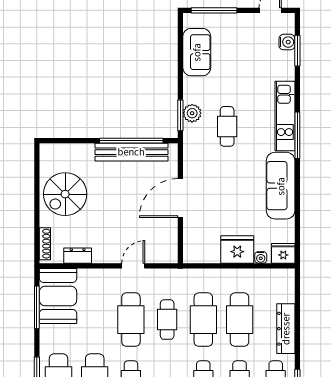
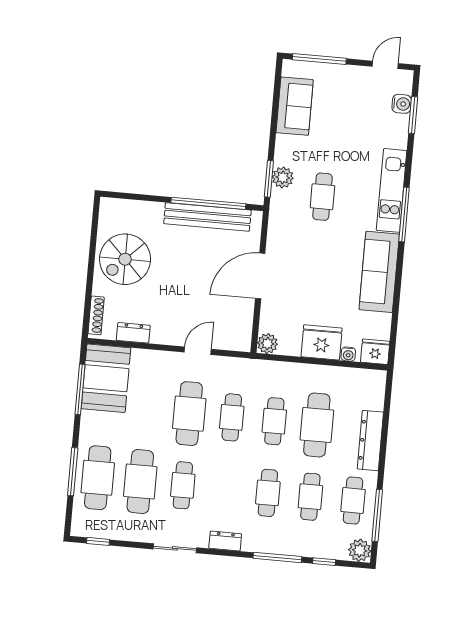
plant: (192, 255) -> (267, 344), added
cafe table: (203, 320) -> (274, 421), width x0.73, depth x0.74

